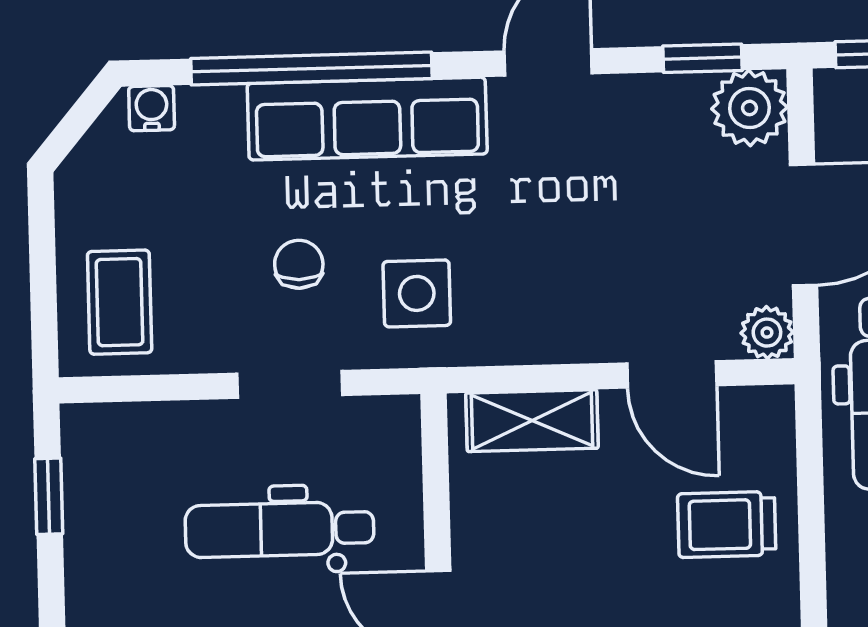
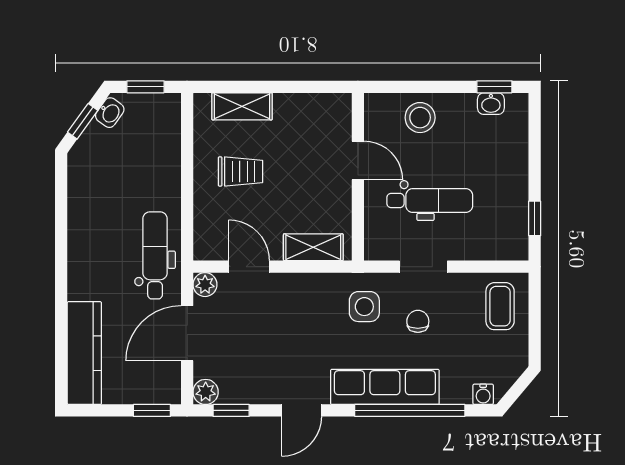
plant: (749, 108) -> (206, 392), width x0.73, depth x0.73
chair: (299, 264) -> (418, 321), turned 180
trolley: (727, 525) -> (240, 171), moved

